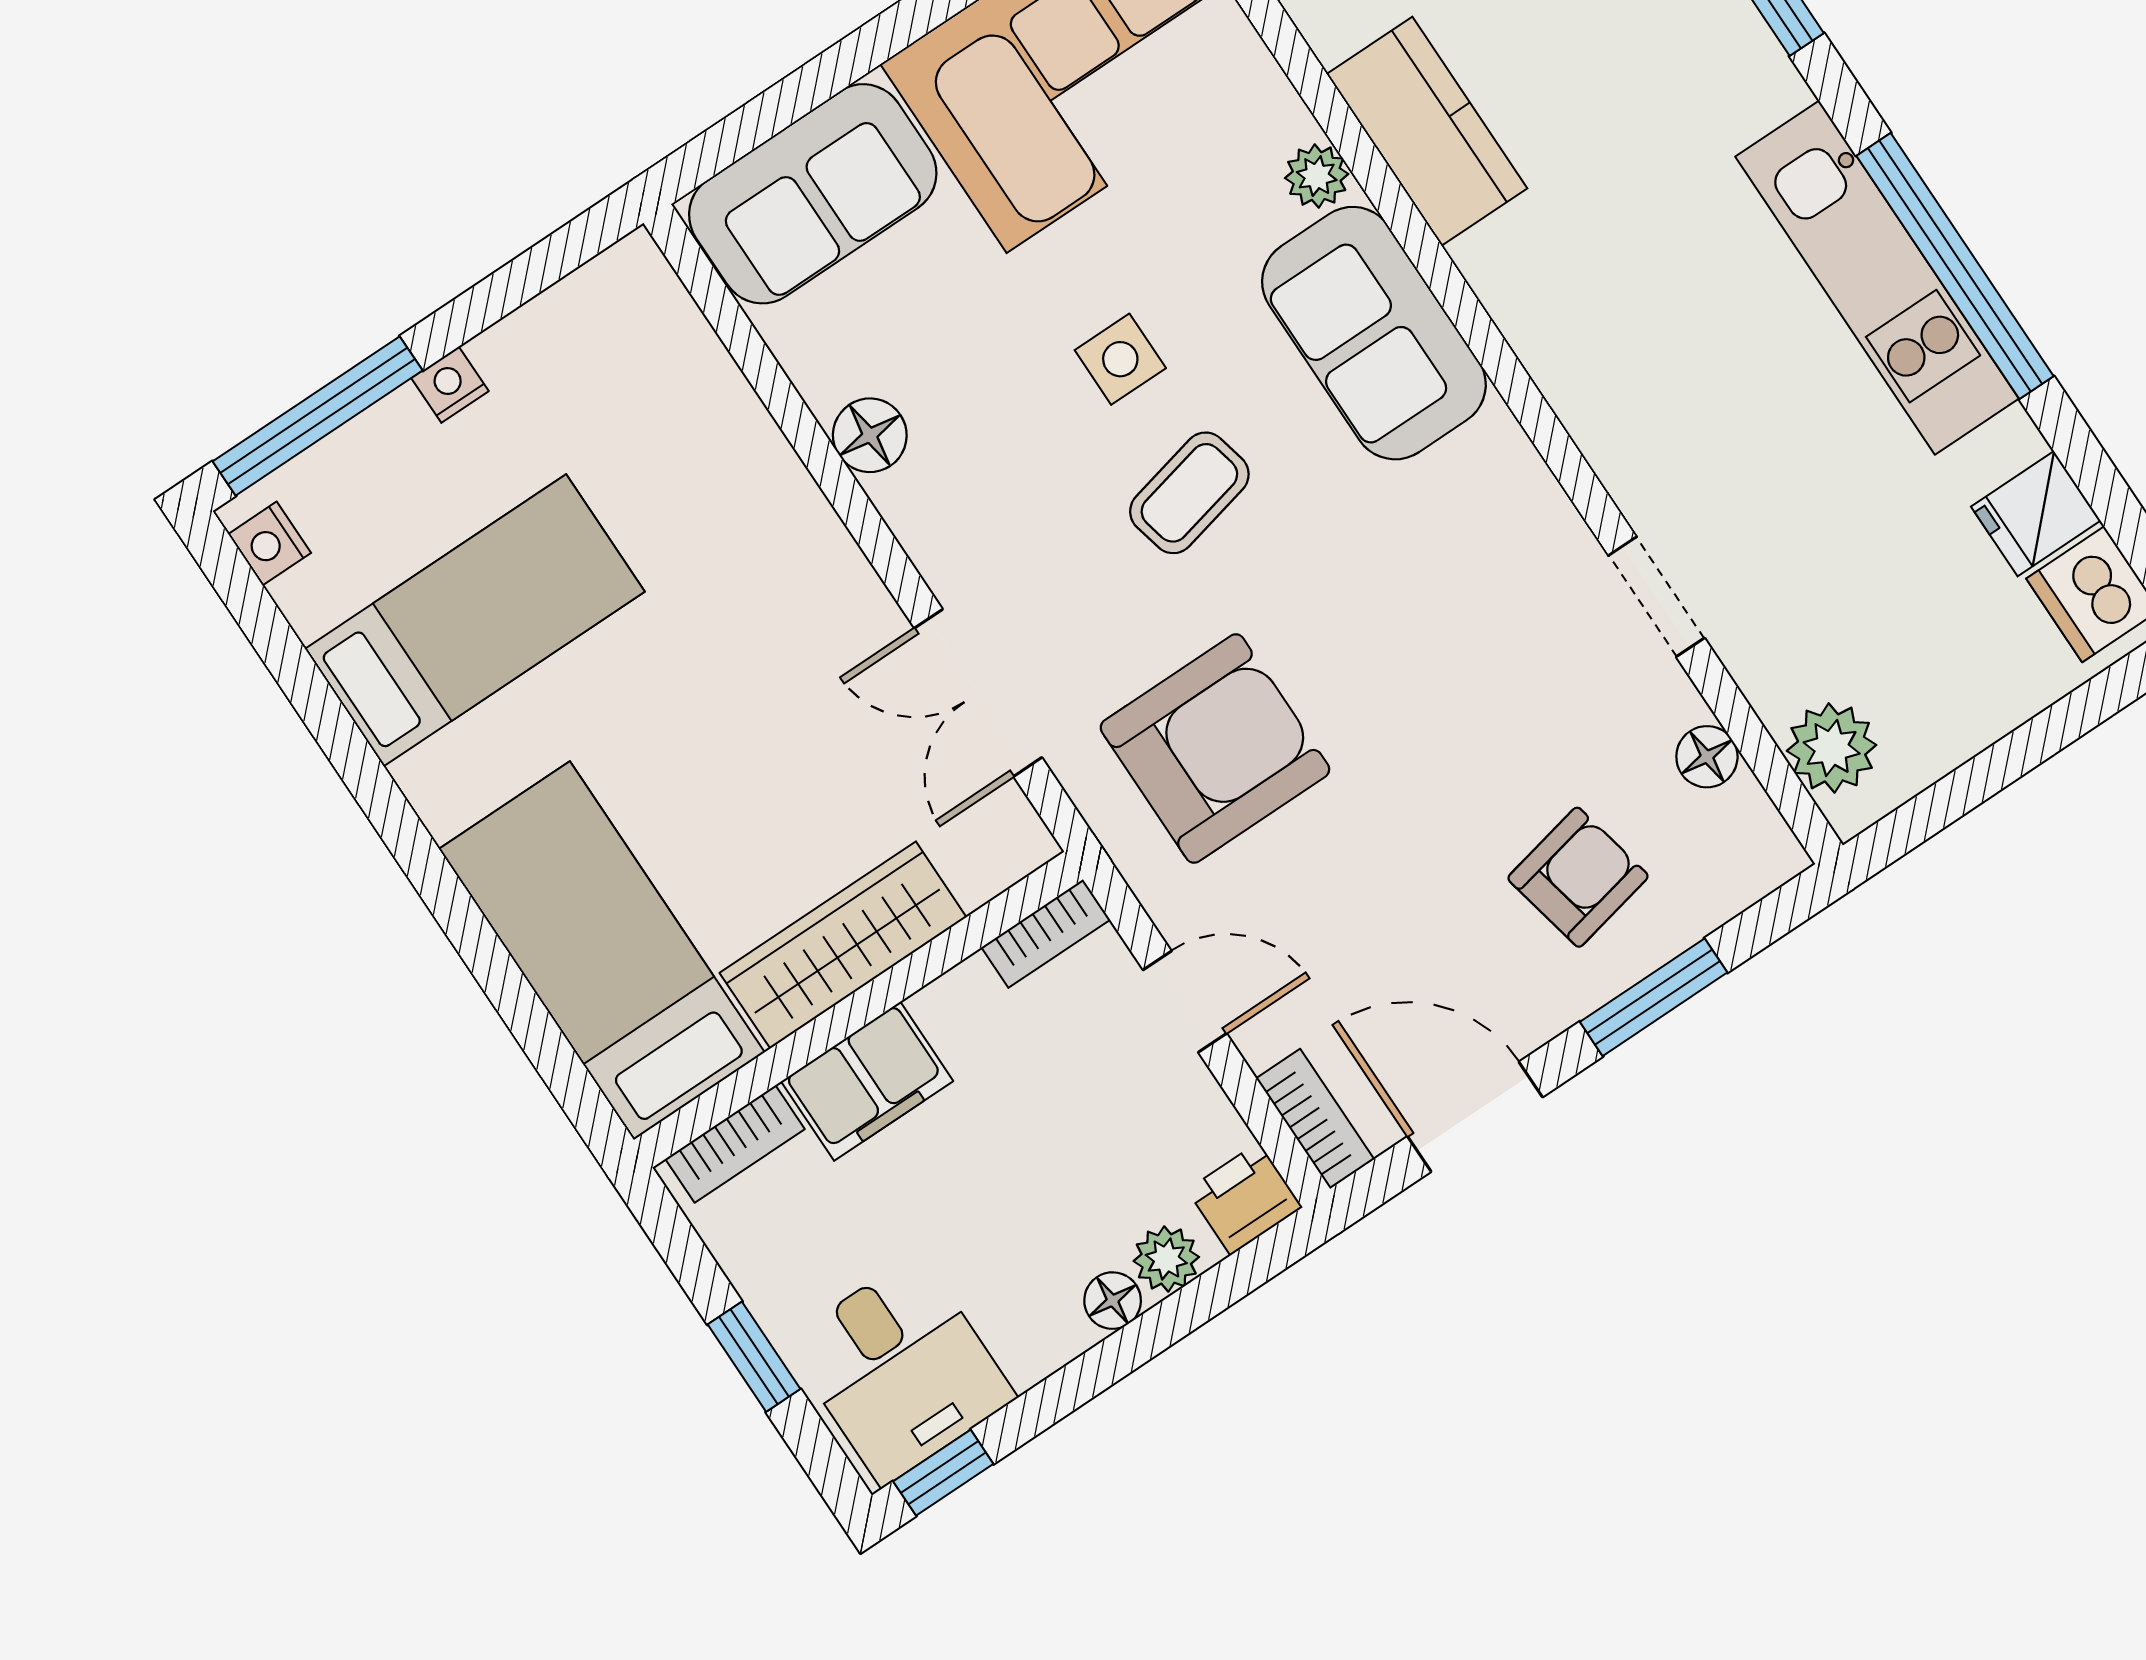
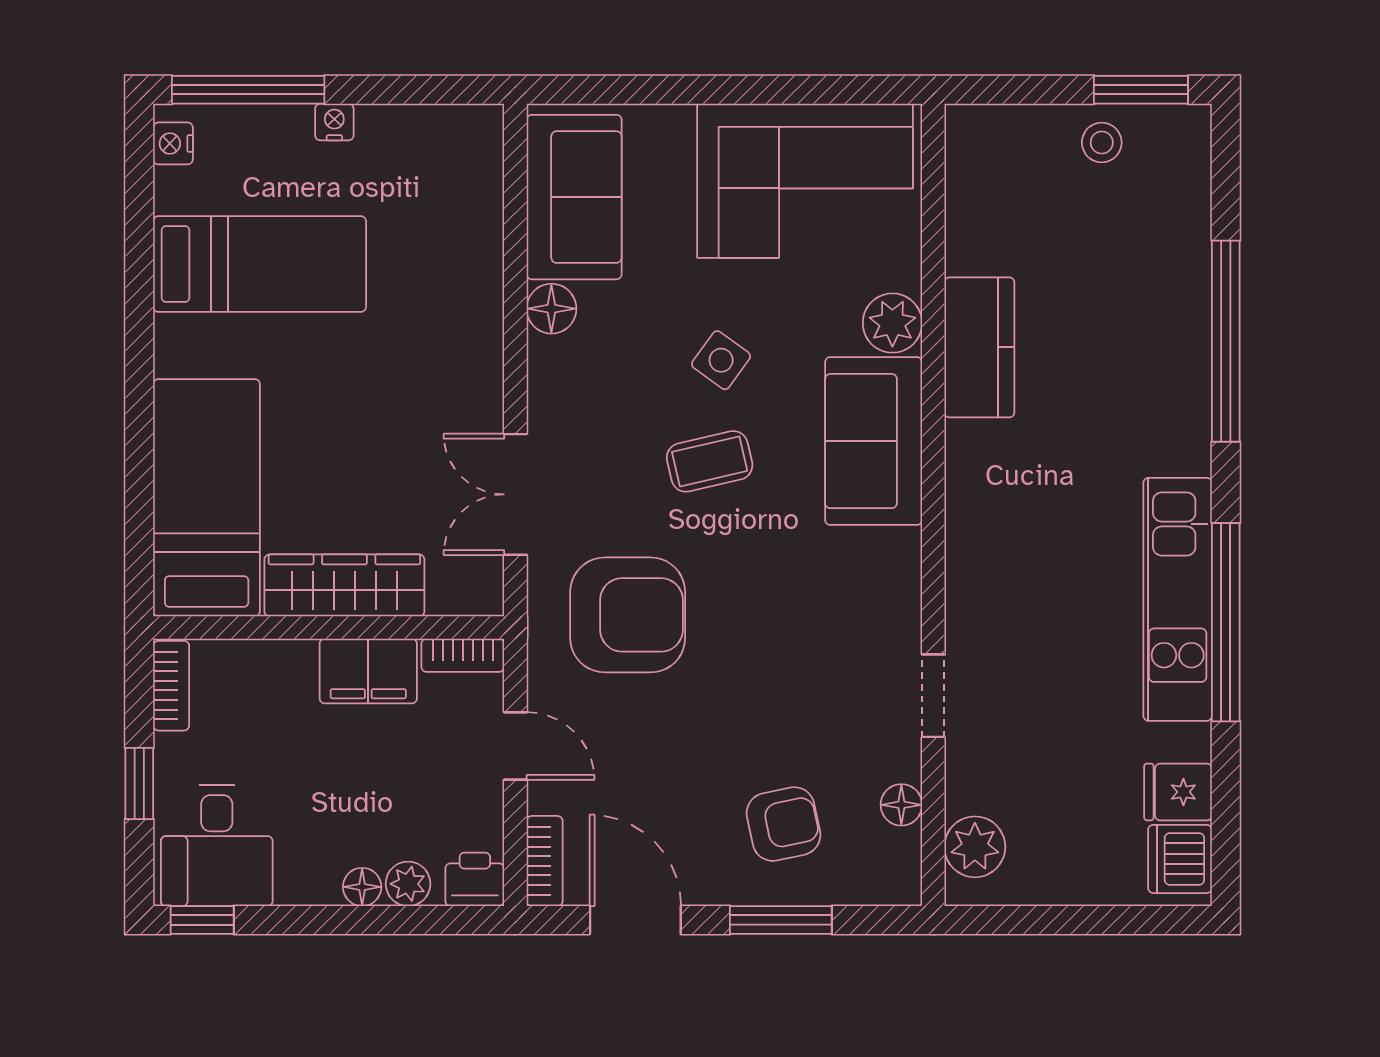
plant: (1317, 176) -> (892, 323), width x1.38, depth x1.38
sofa: (813, 194) -> (574, 197), moved, turned -90
side table: (1120, 359) -> (721, 360), turned 36
filing cabinet: (867, 1081) -> (368, 671), moved
bookcase: (735, 1144) -> (171, 686), moved, turned -90

